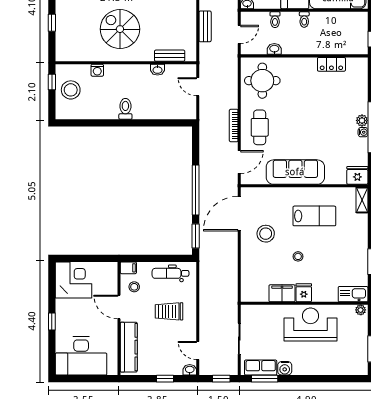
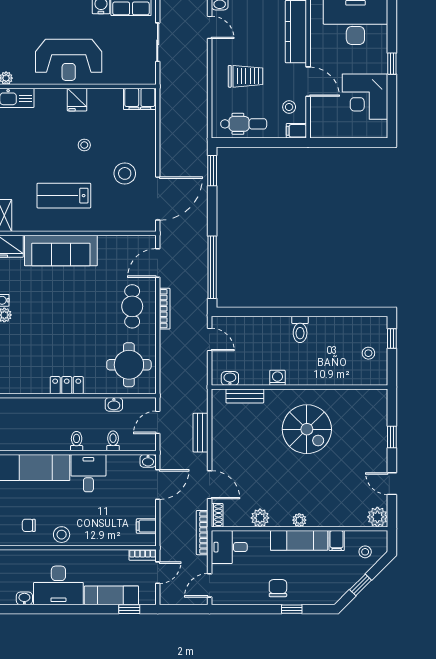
locker: (331, 64) -> (67, 385), moved
washing machine: (97, 70) -> (277, 378), moved
washbasin: (157, 70) -> (230, 378), moved
window: (52, 82) -> (392, 339), moved
door: (198, 87) -> (210, 340), moved
stool: (71, 90) -> (368, 353), width x0.53, depth x0.53
sofa: (295, 172) -> (61, 250), moved
window: (196, 190) -> (212, 267), moved
corner desk: (74, 280) -> (365, 97), moved
filing cabinet: (282, 293) -> (140, 99), moved

